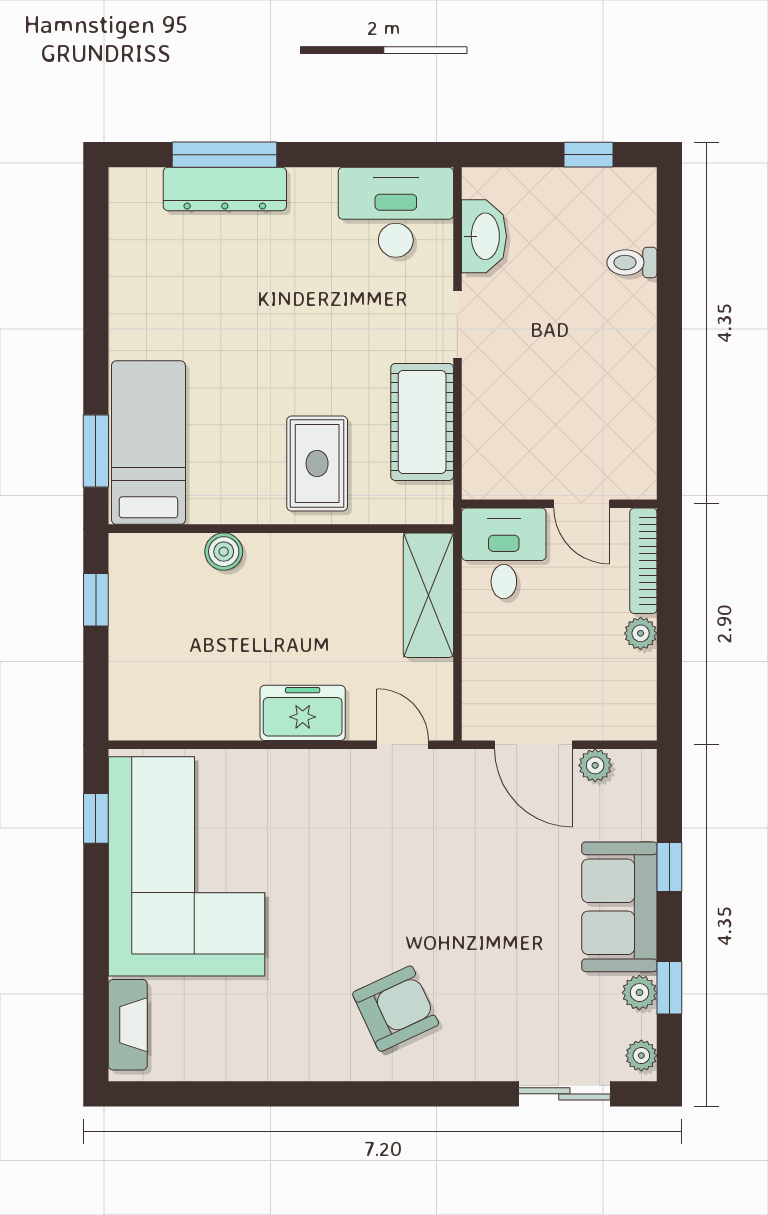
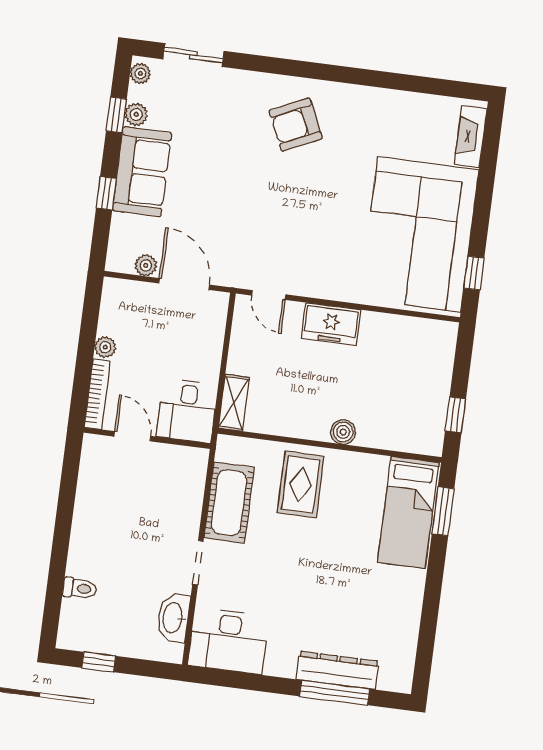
boiler: (224, 552) -> (343, 432), moved
shelving: (428, 595) -> (234, 403), width x0.67, depth x0.75

